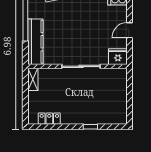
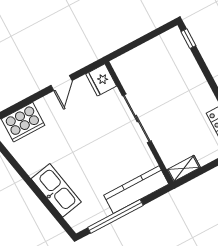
door: (129, 30) -> (62, 83), hinge flipped
window: (90, 127) -> (188, 39), moved

